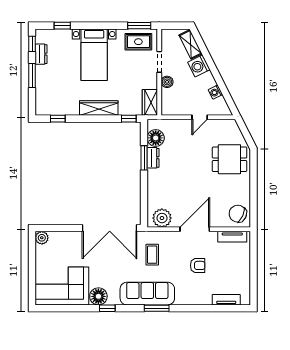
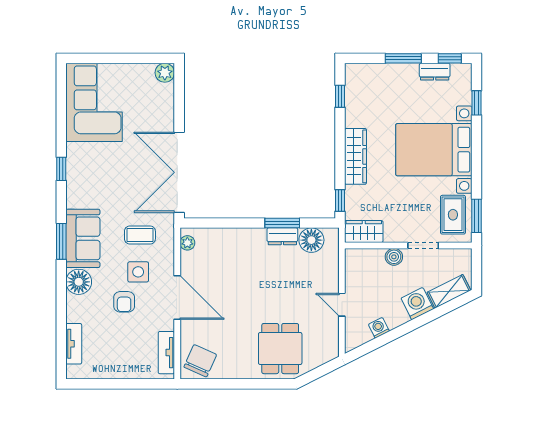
bed with nightstands: (94, 55) -> (434, 150), width x1.36
plant: (162, 218) -> (187, 243), width x0.53, depth x0.53
side table: (177, 256) -> (138, 272), added
sofa: (147, 294) -> (83, 238), width x0.73
floor lamp: (98, 296) -> (79, 282), moved

